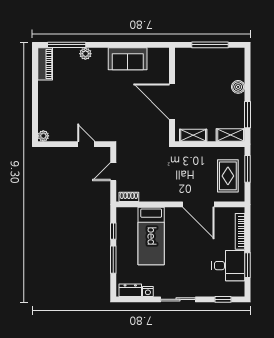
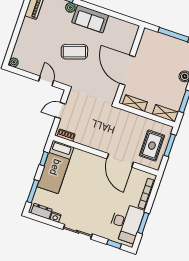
sofa: (128, 59) -> (90, 19), moved
coffee table: (107, 101) -> (74, 52), added
bed: (151, 236) -> (55, 167), moved
window: (113, 260) -> (33, 191), moved
desk: (228, 266) -> (126, 223), width x1.37

